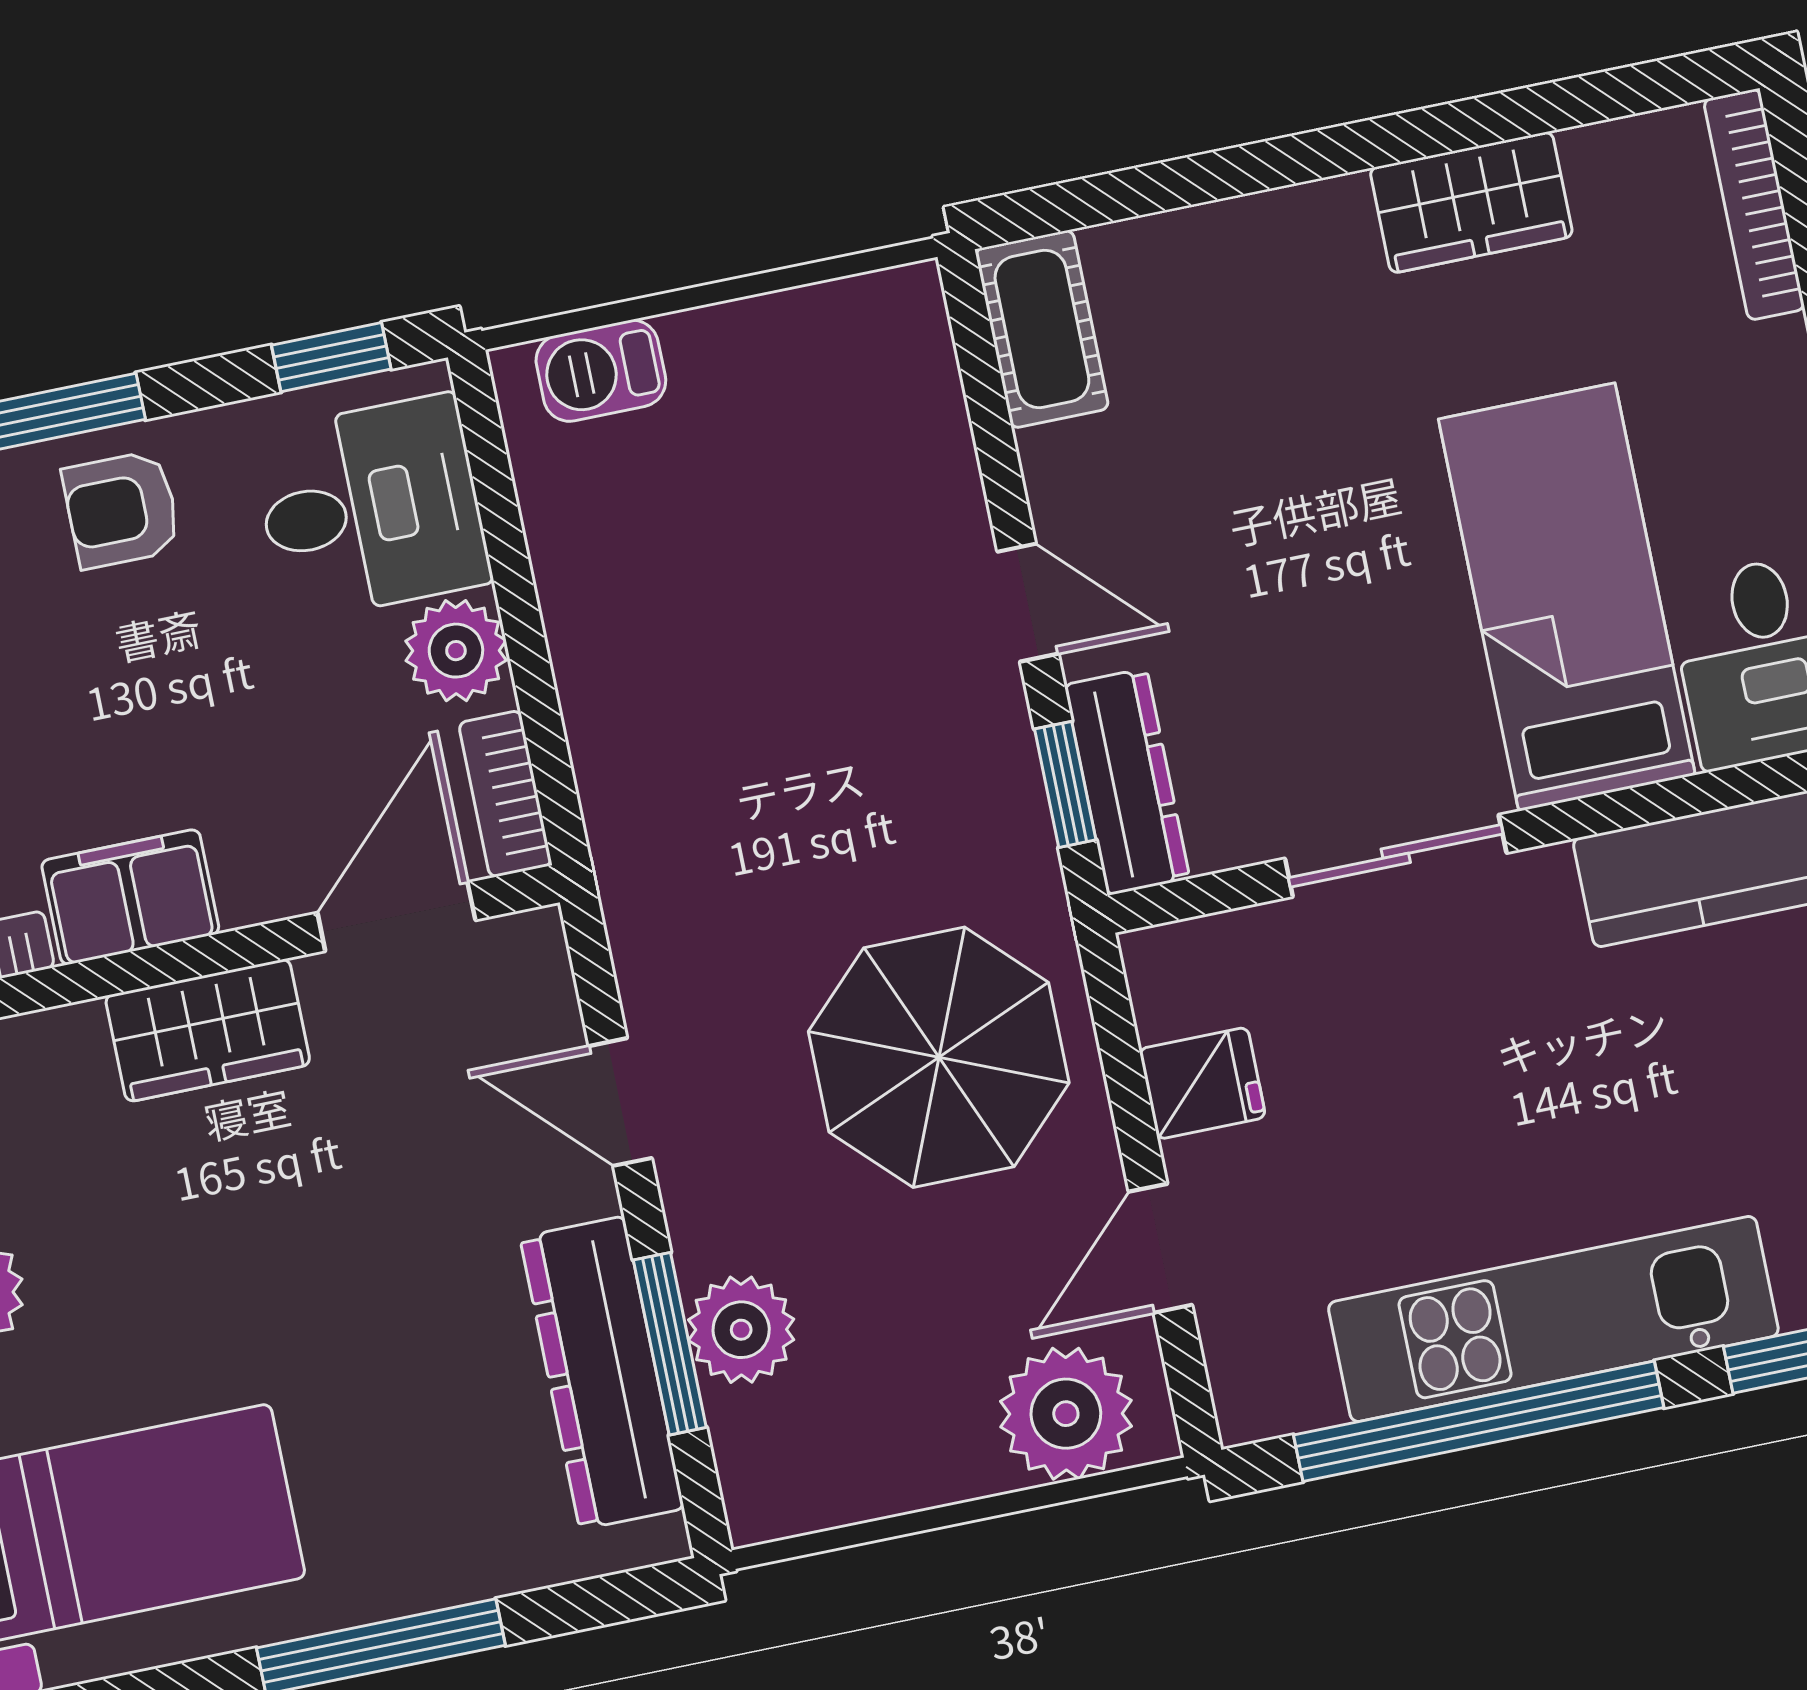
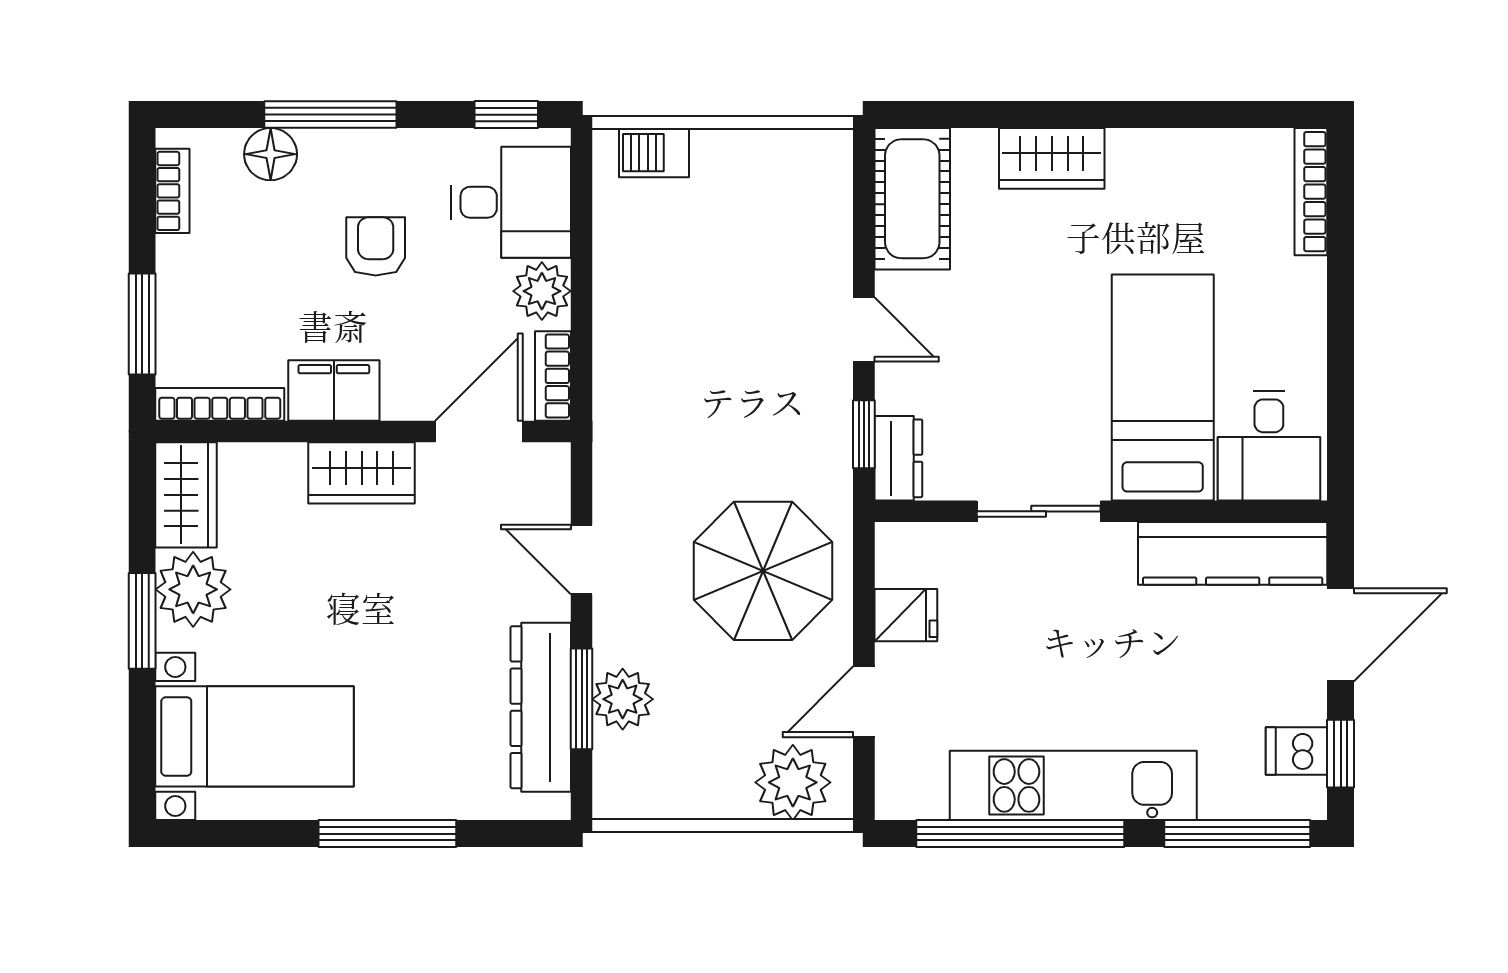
wardrobe: (1471, 202) -> (1052, 158), moved
cot: (1042, 329) -> (912, 199), width x1.37, depth x1.34
armchair: (122, 509) -> (376, 246), moved, turned 90
dresser: (1127, 782) -> (898, 458), width x0.70

